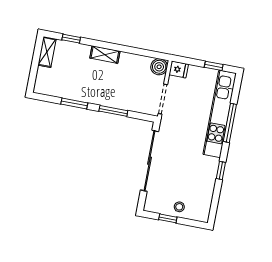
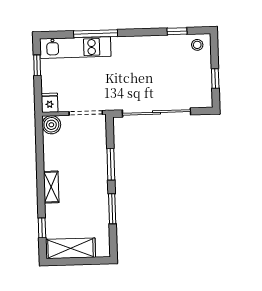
shelving: (47, 52) -> (71, 248), width x1.50, depth x1.33
kitchen unit: (220, 114) -> (75, 48), width x0.73
window: (221, 171) -> (177, 31), moved
stool: (179, 207) -> (197, 45), moved

